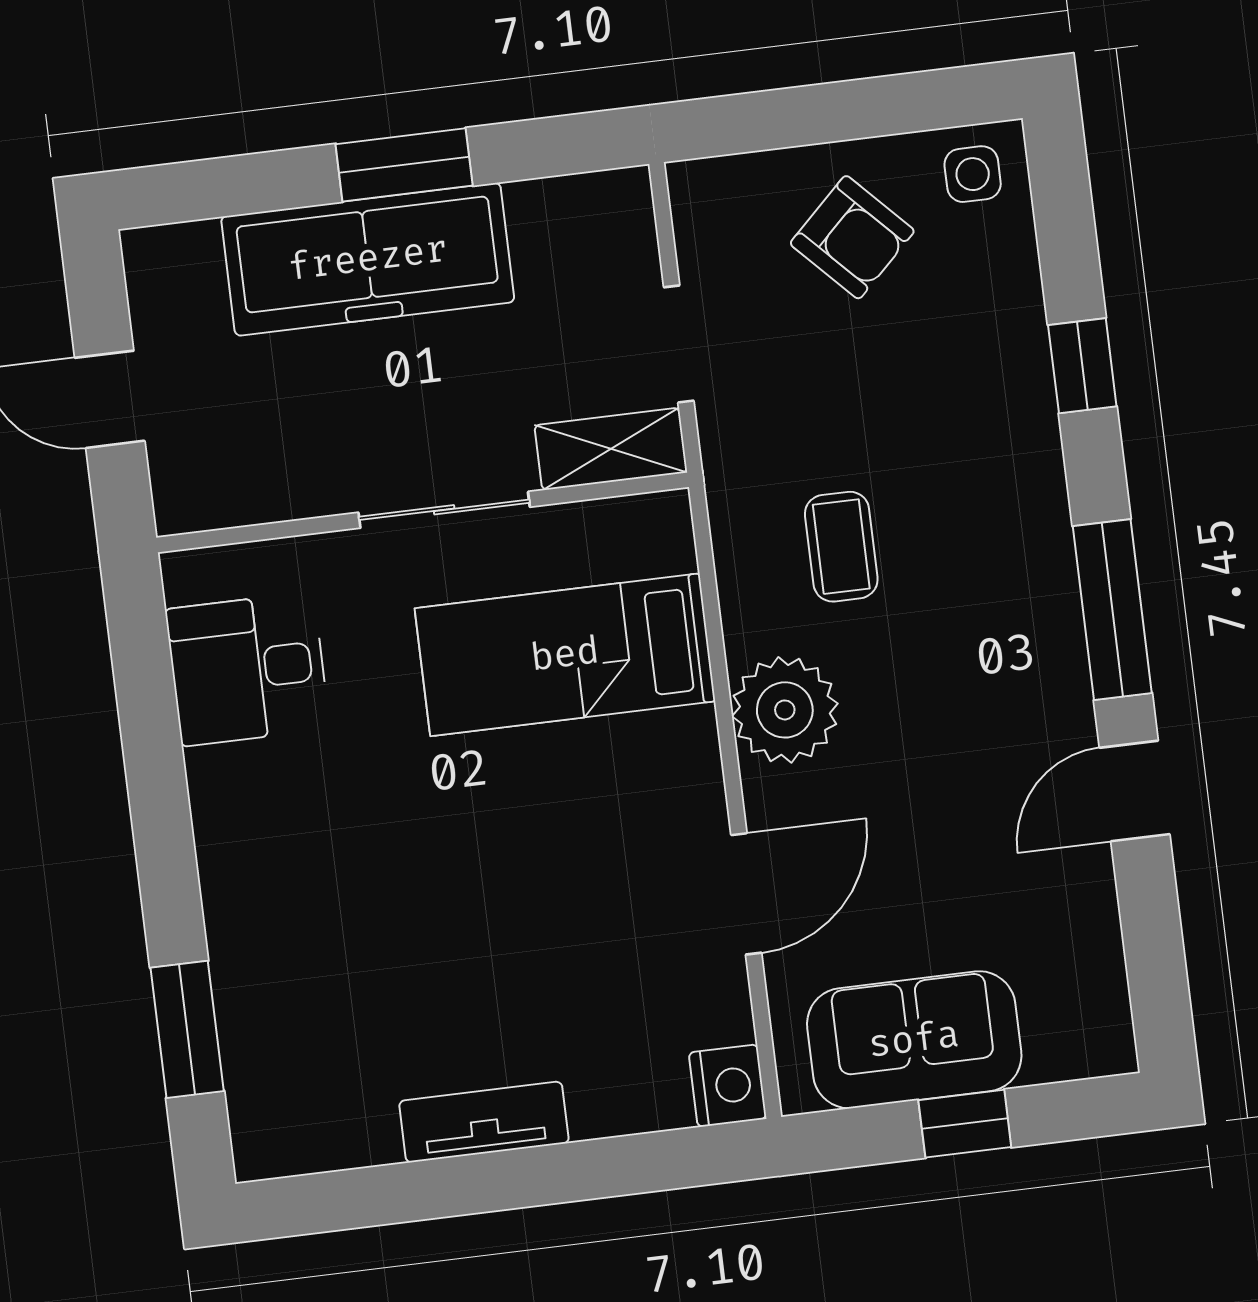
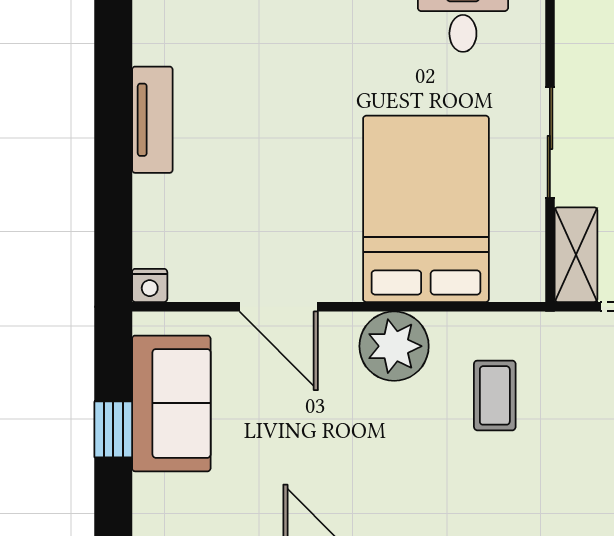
coffee table: (841, 547) -> (495, 395), turned 90
bed: (565, 655) -> (426, 209), width x1.50
nightstand: (728, 1086) -> (150, 285), width x0.72, depth x0.74

